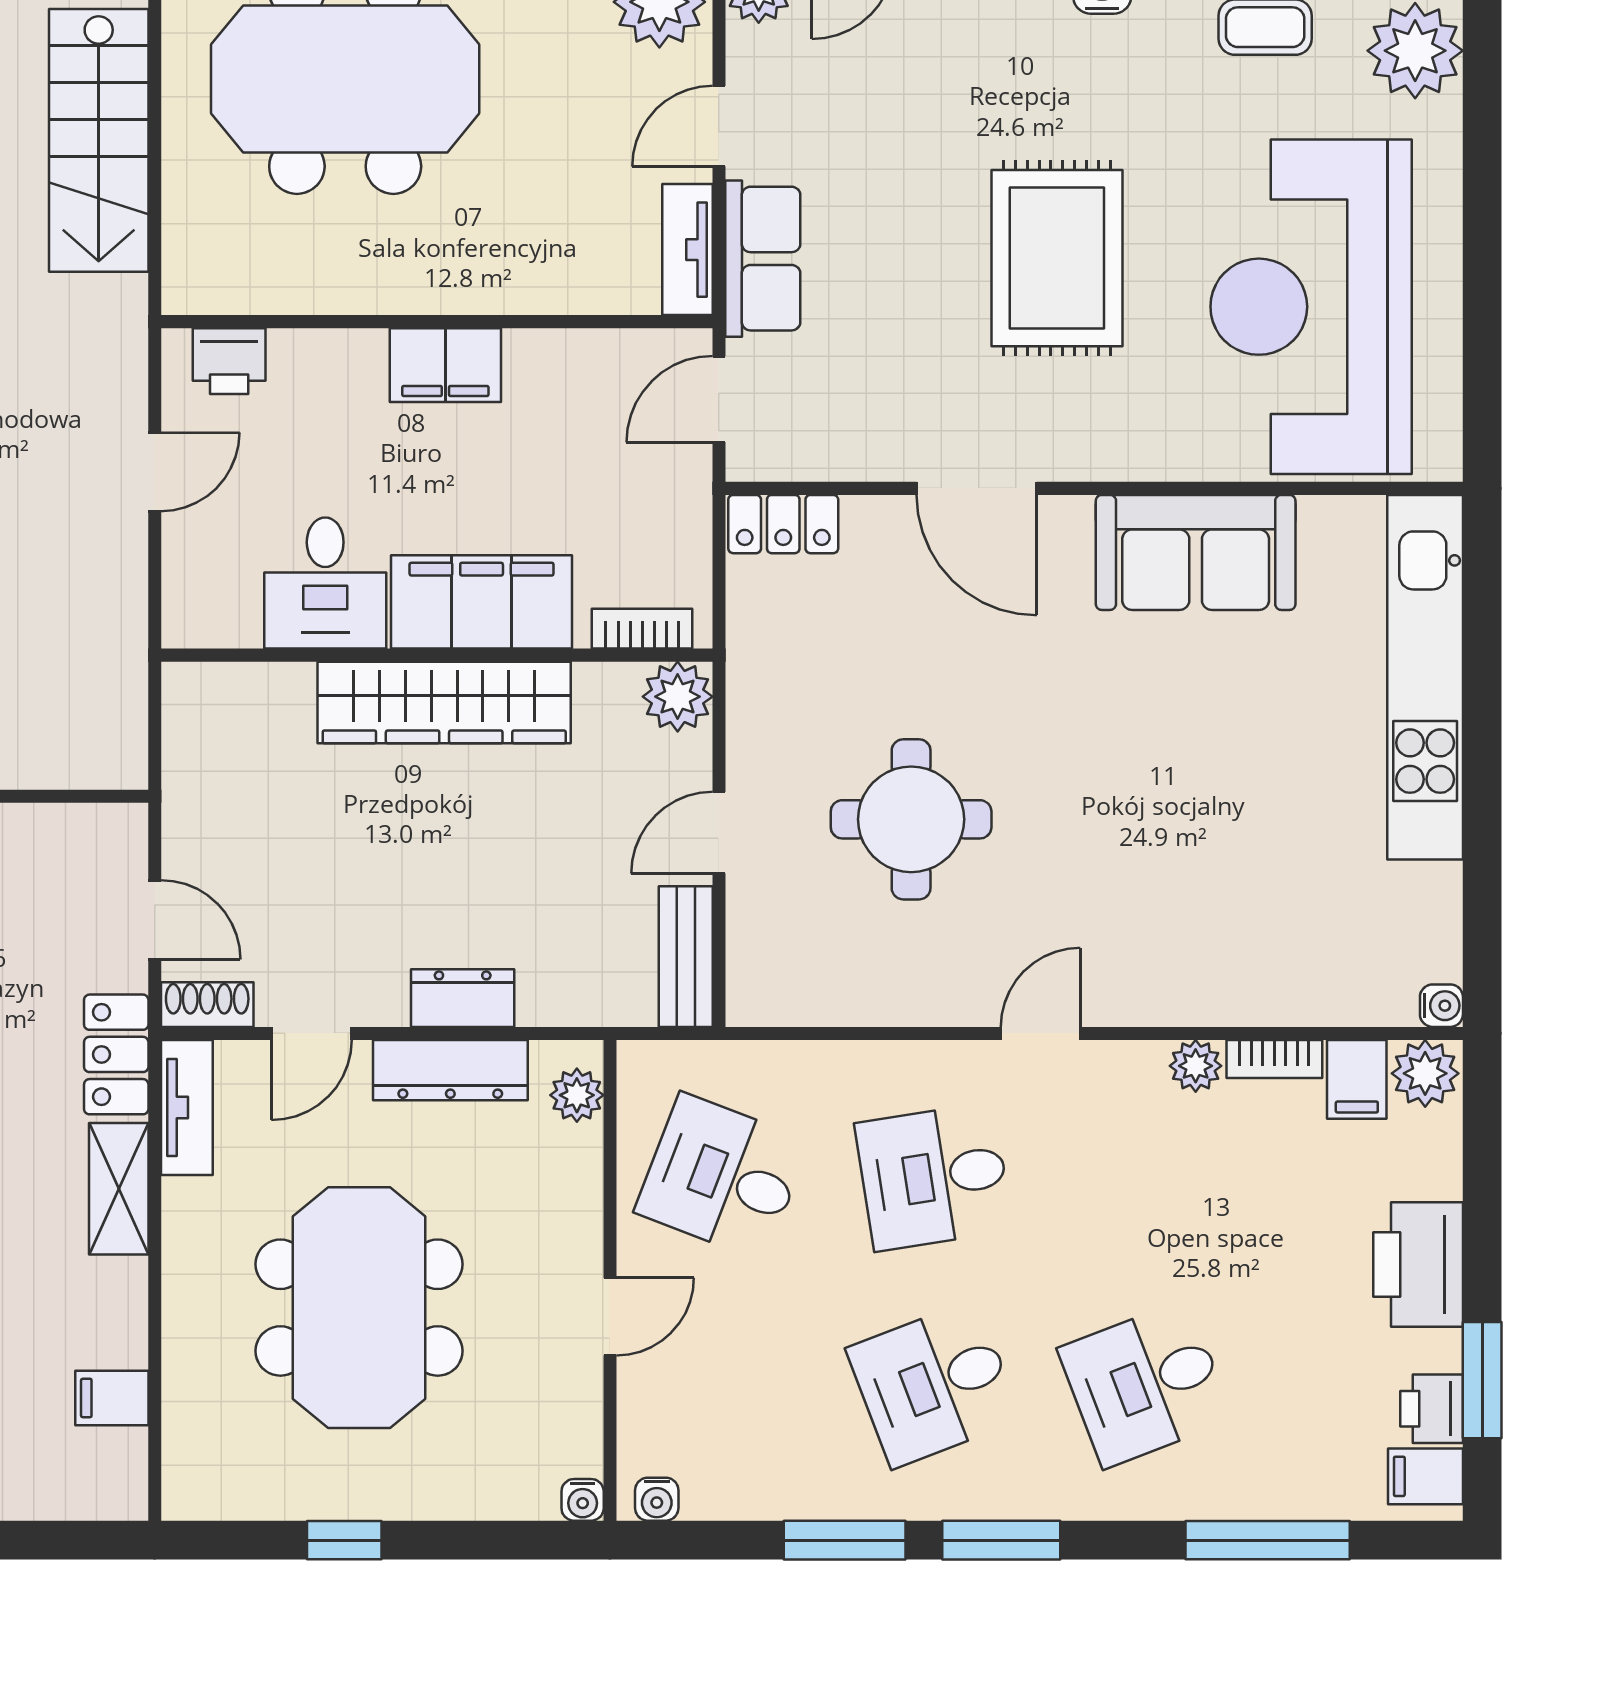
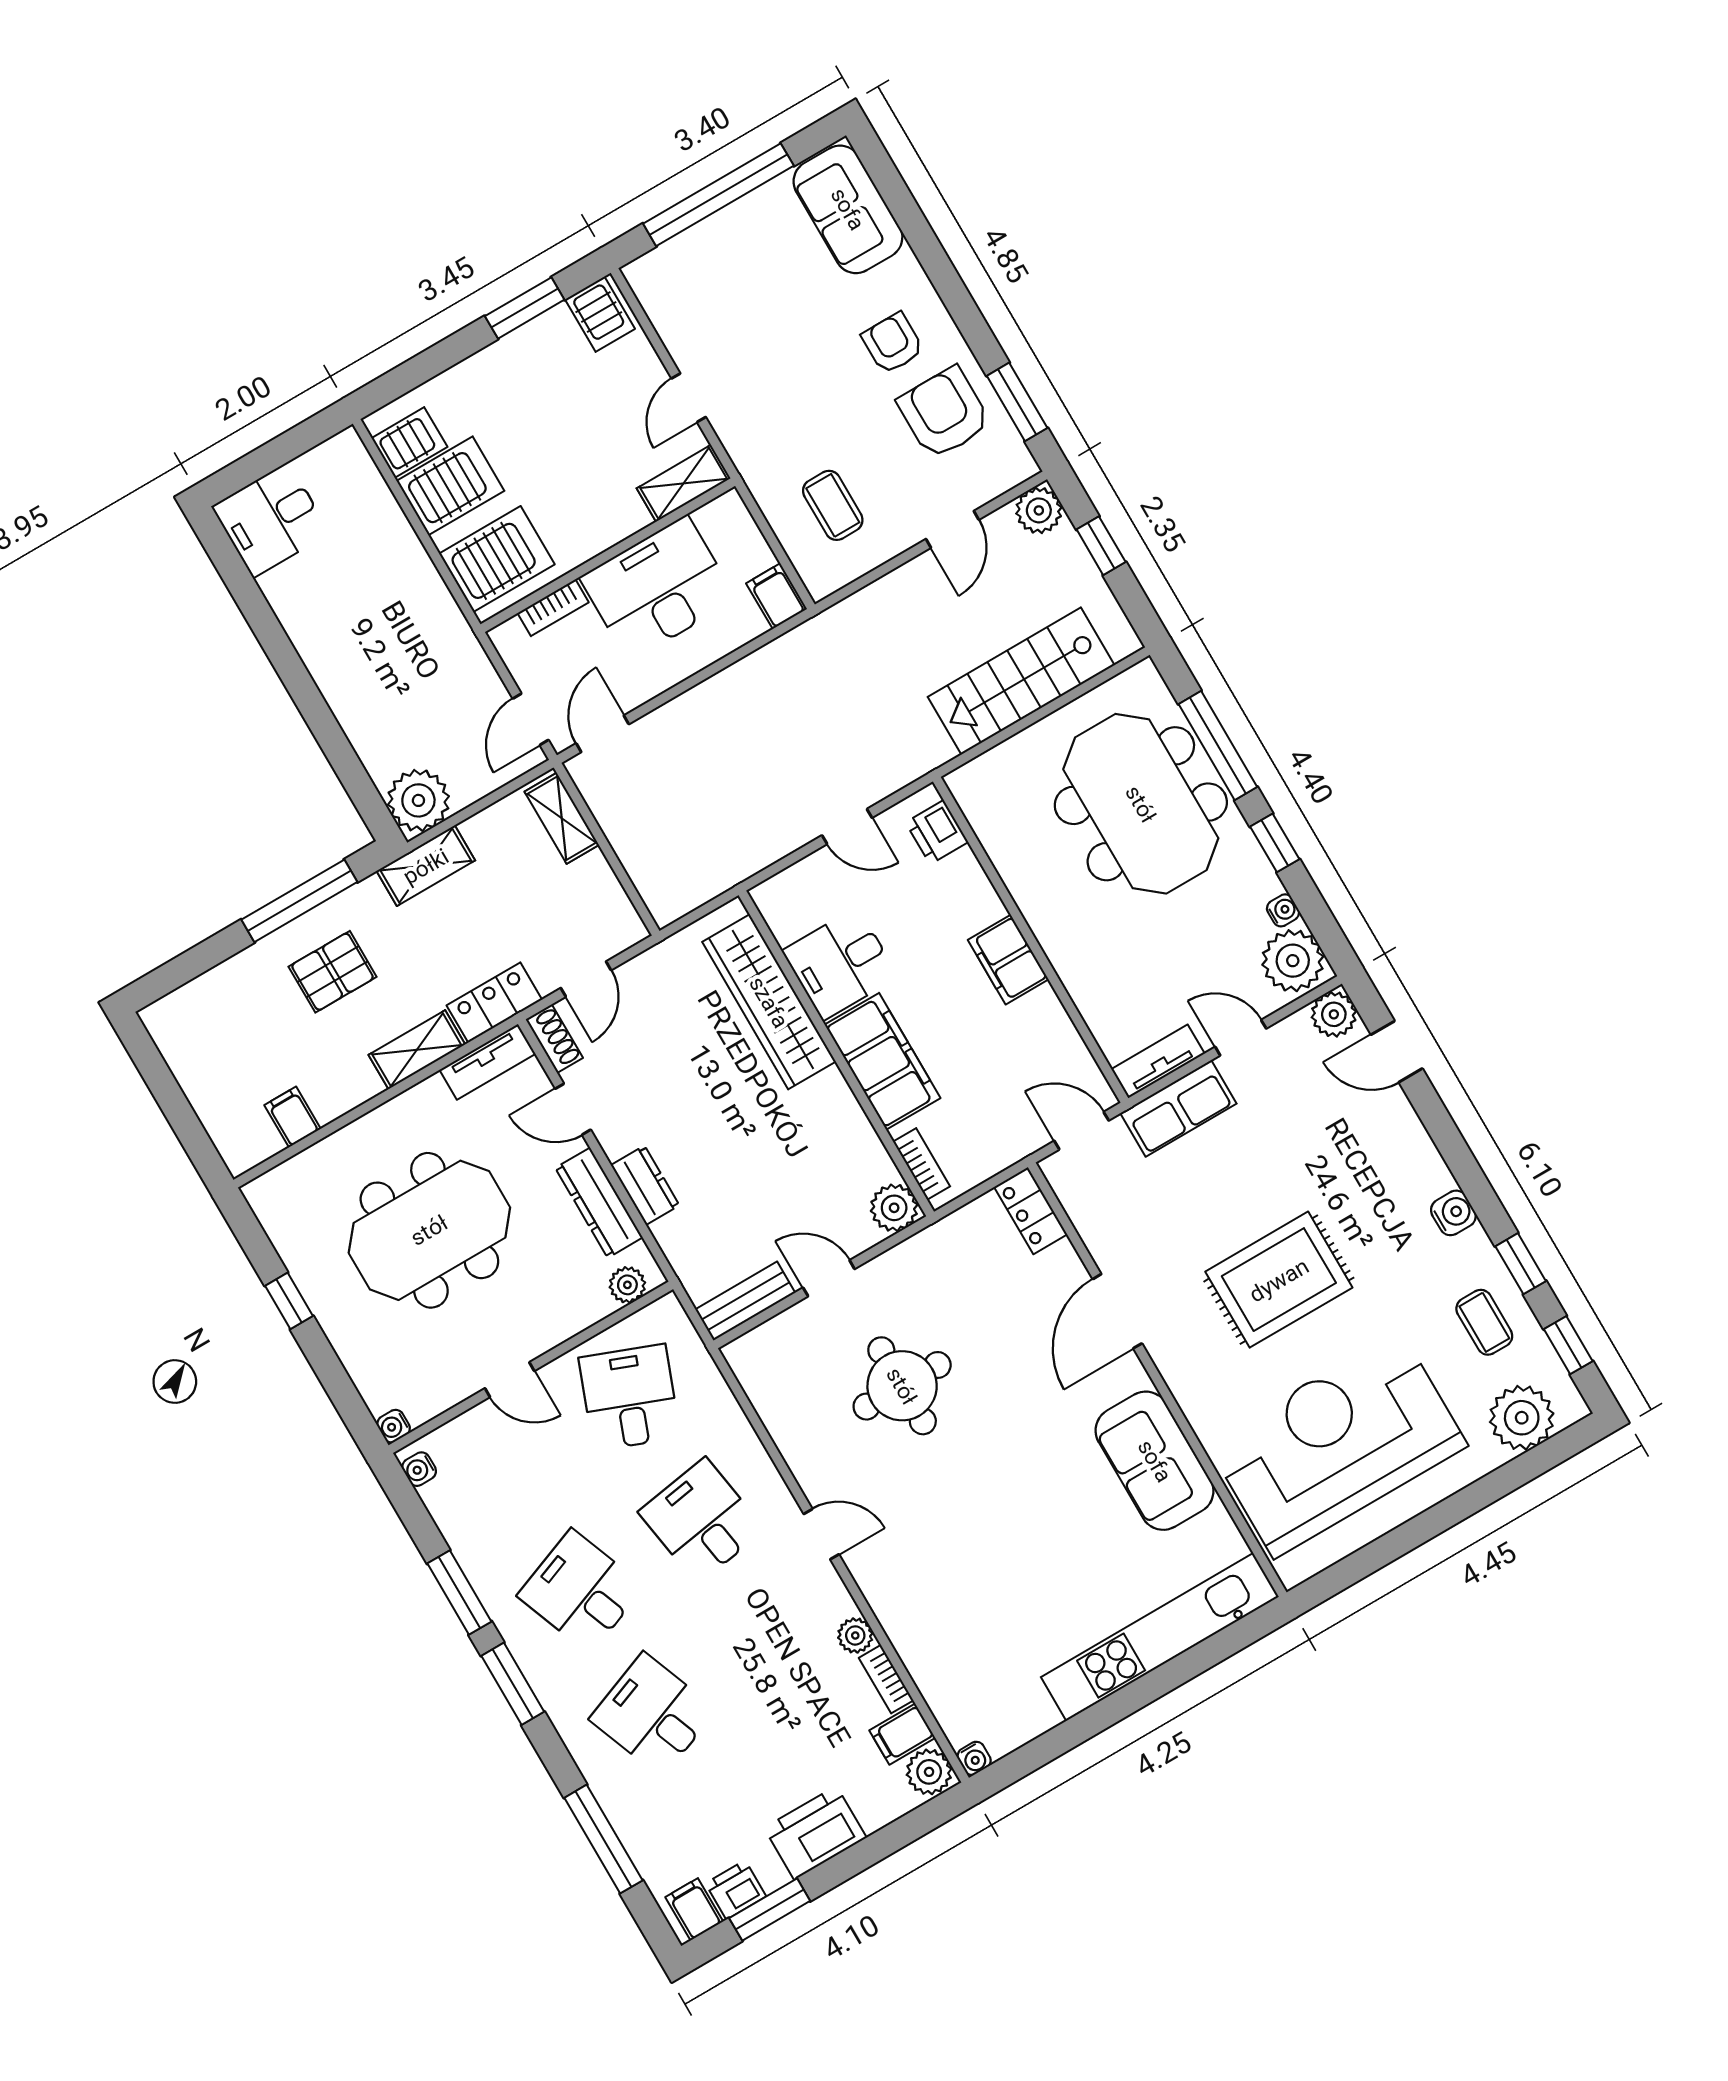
wardrobe: (444, 702) -> (769, 1002), moved

